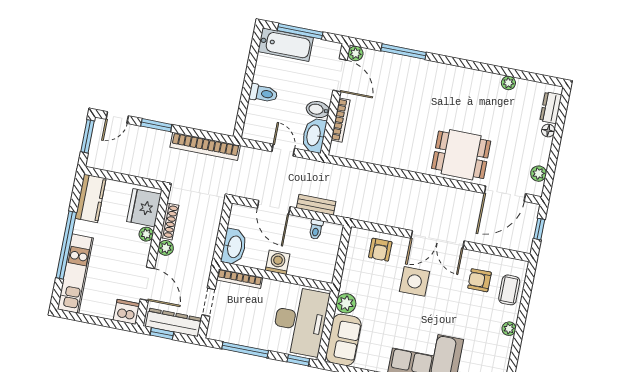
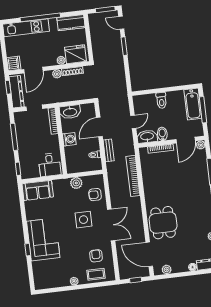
bookcase: (205, 146) -> (133, 176), moved
double door: (438, 240) -> (111, 225), swing flipped
plant: (346, 303) -> (76, 183), moved
desk: (300, 321) -> (50, 165), width x0.53, depth x0.77

